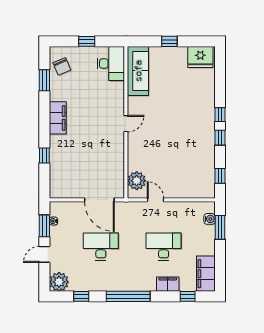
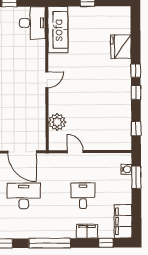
fridge: (200, 57) -> (121, 47), moved, turned 90
plant: (137, 181) -> (57, 122), moved
desk: (164, 246) -> (83, 196), width x0.73

